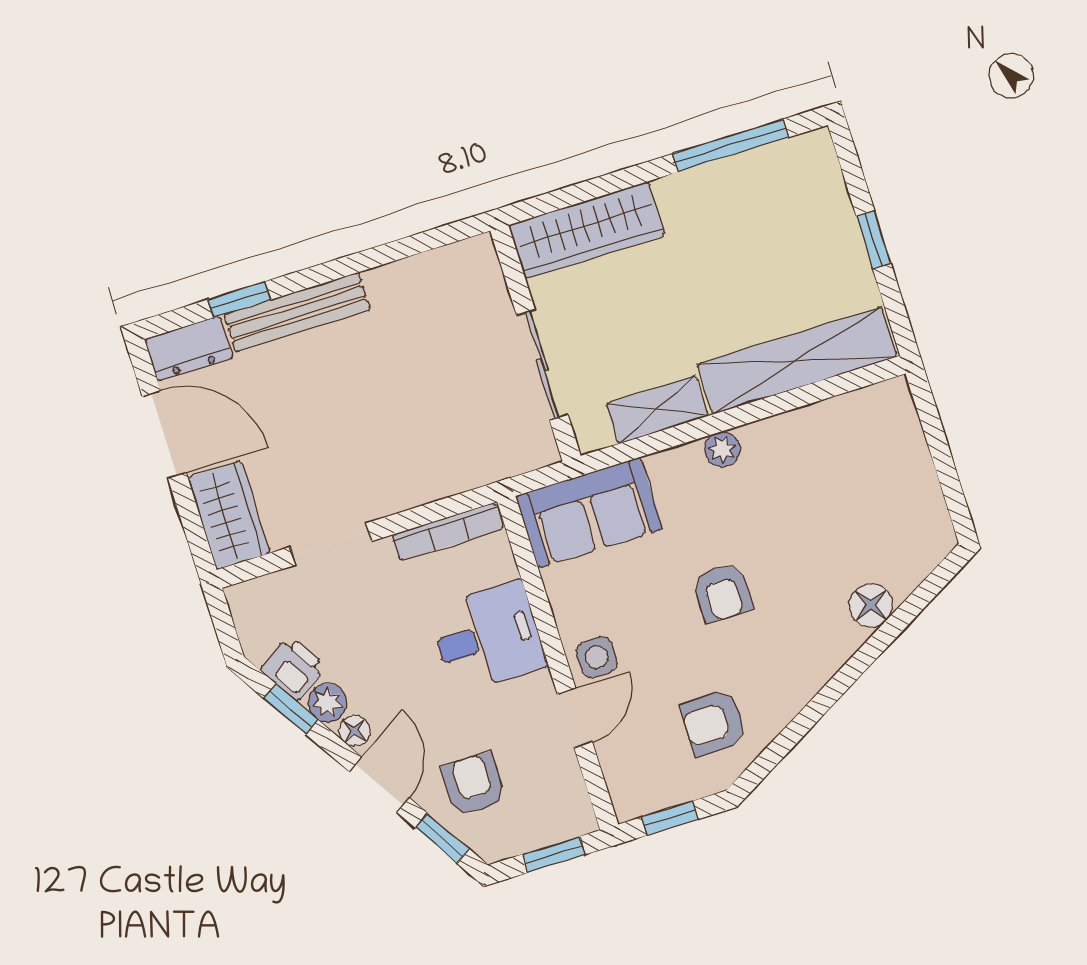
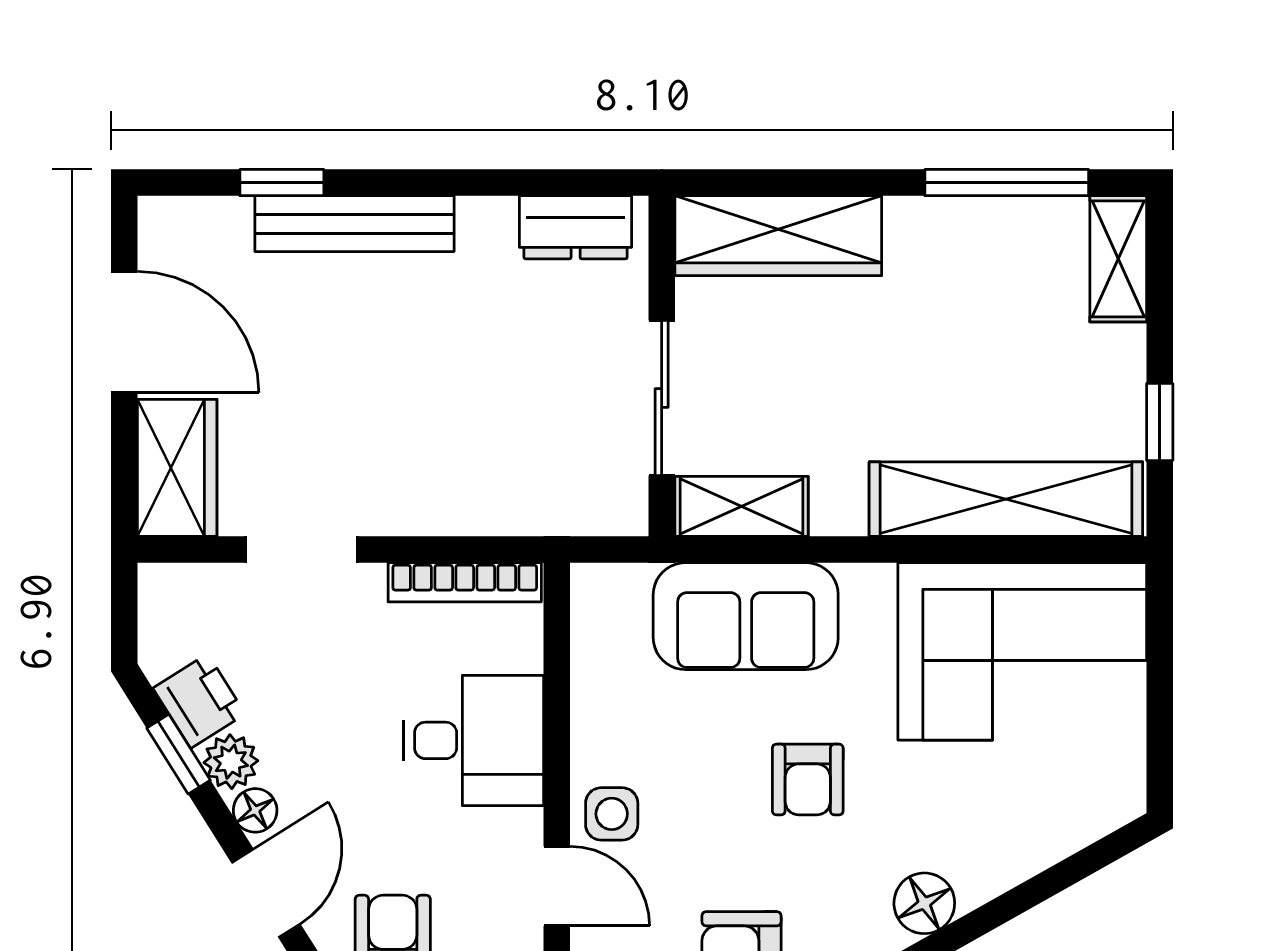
shelving: (822, 174) -> (1118, 259), added
window: (874, 240) -> (1160, 422), moved
dresser: (189, 349) -> (576, 227), moved
shelving: (657, 410) -> (742, 506), moved
plant: (722, 449) -> (868, 587), removed
corner sofa: (840, 460) -> (1022, 651), added
sofa: (589, 513) -> (746, 616), moved
floor lamp: (871, 605) -> (924, 903), moved
door: (575, 718) -> (557, 886), hinge flipped

